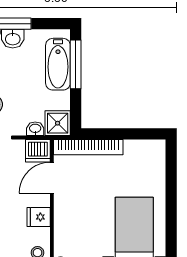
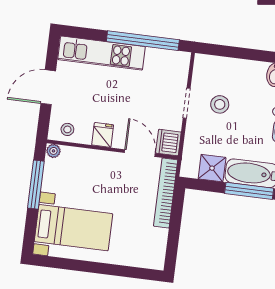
shower: (58, 123) -> (212, 168), moved
washbasin: (35, 129) -> (190, 143), removed

